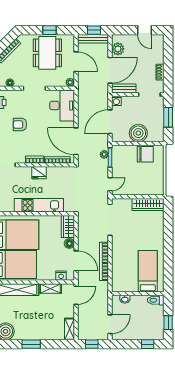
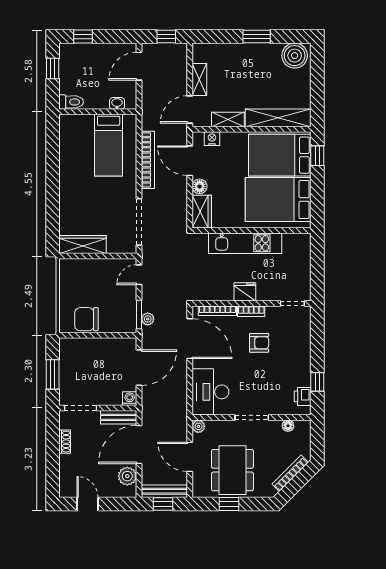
armchair: (20, 124) -> (259, 343), moved
boiler: (138, 133) -> (97, 351), removed
bed: (148, 271) -> (109, 145), moved
shelving: (69, 329) -> (199, 79), moved

